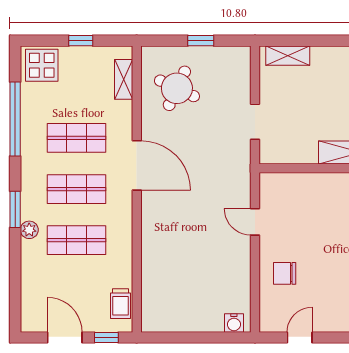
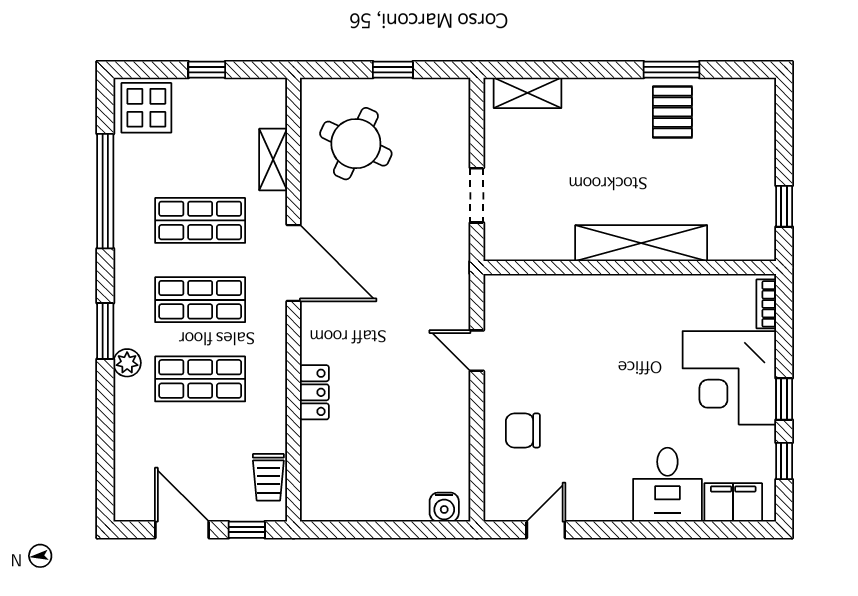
shelving: (124, 79) -> (273, 160), moved
locker: (150, 249) -> (314, 392), added

